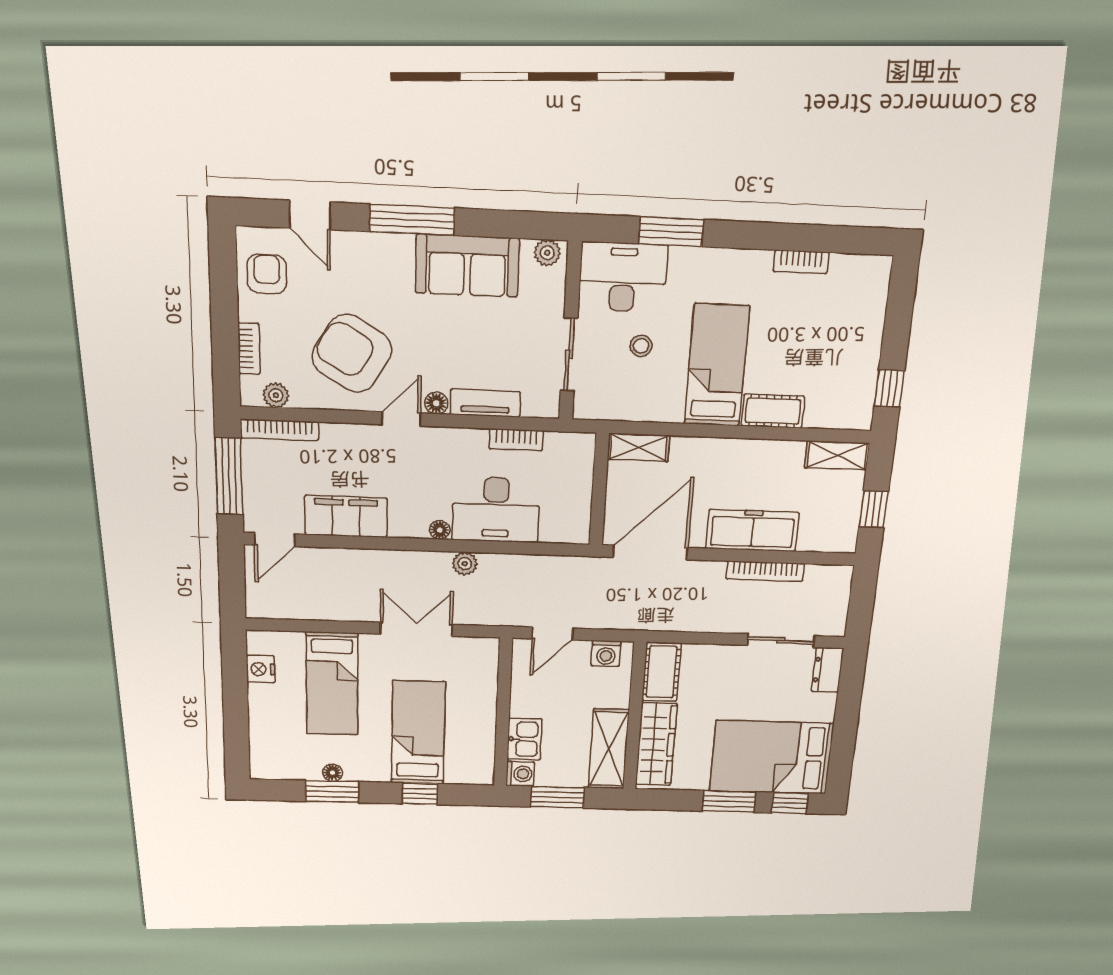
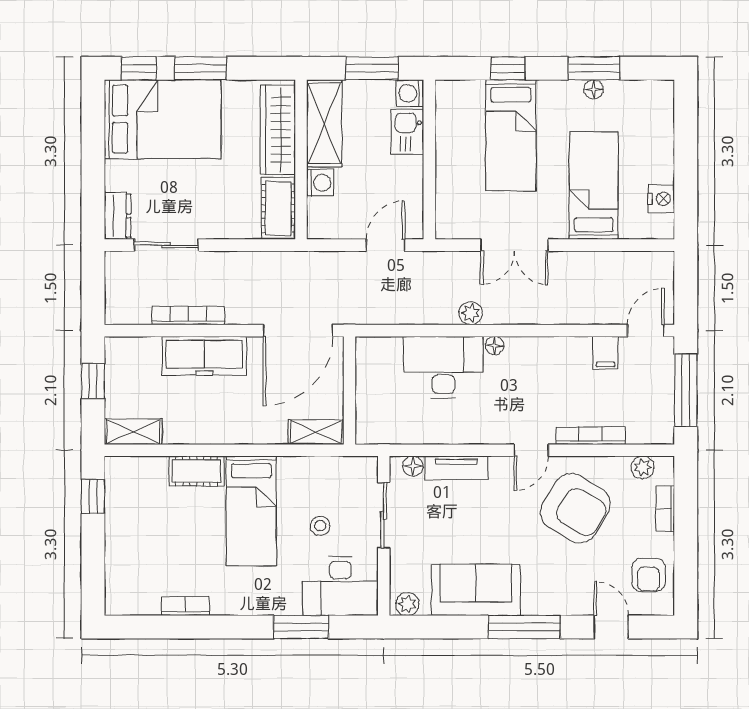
floor lamp: (436, 403) -> (413, 466), moved
bookcase: (280, 430) -> (591, 436), moved
bookcase: (516, 440) -> (428, 435), removed
filing cabinet: (346, 516) -> (605, 353), width x0.33, depth x0.86
washing machine: (606, 653) -> (320, 183), moved, turned 90

